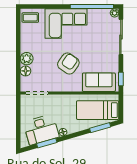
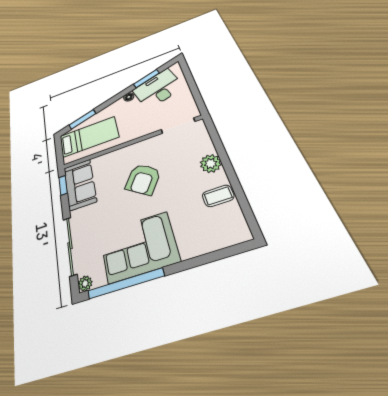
coffee table: (30, 18) -> (218, 196), moved
corner sofa: (66, 24) -> (138, 247), moved
floor lamp: (26, 71) -> (206, 147), removed
sofa: (99, 82) -> (80, 184), moved, turned -90

